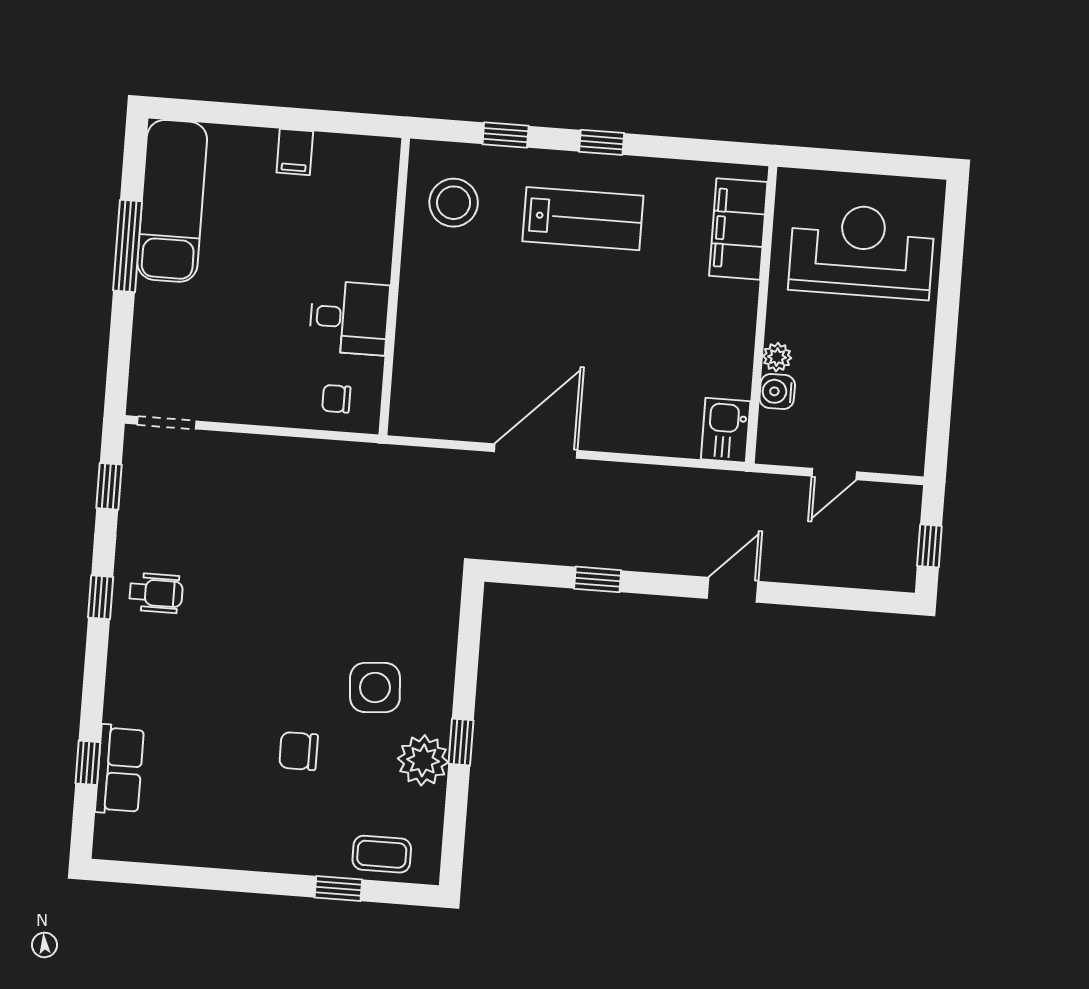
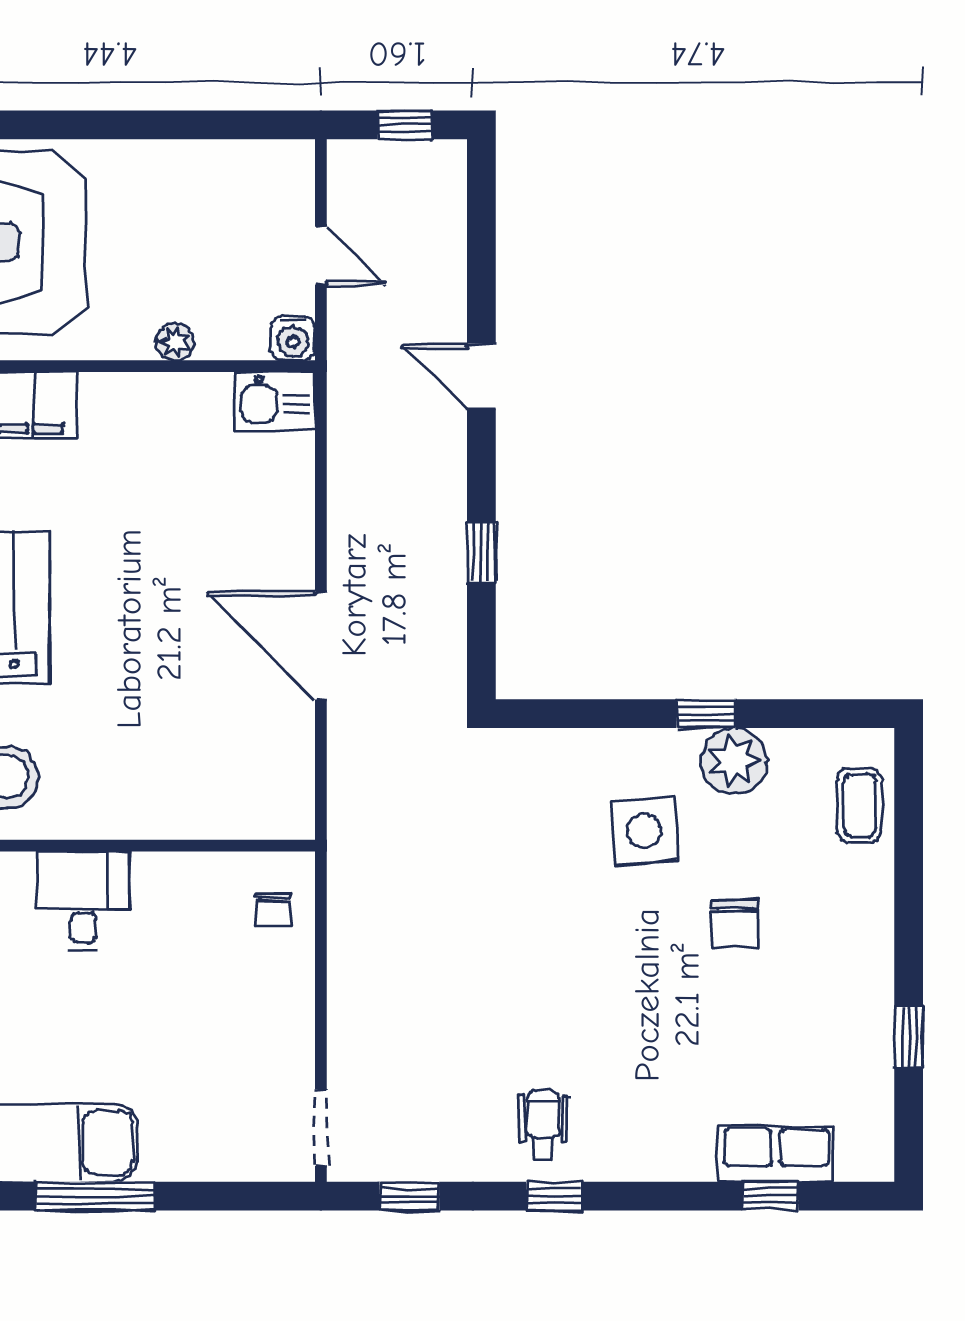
desk: (349, 318) -> (83, 901), moved
water cooler: (777, 392) -> (293, 338), moved
window: (338, 889) -> (909, 1037), moved

